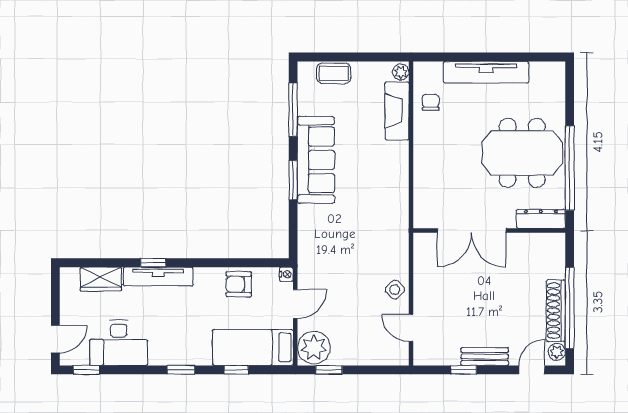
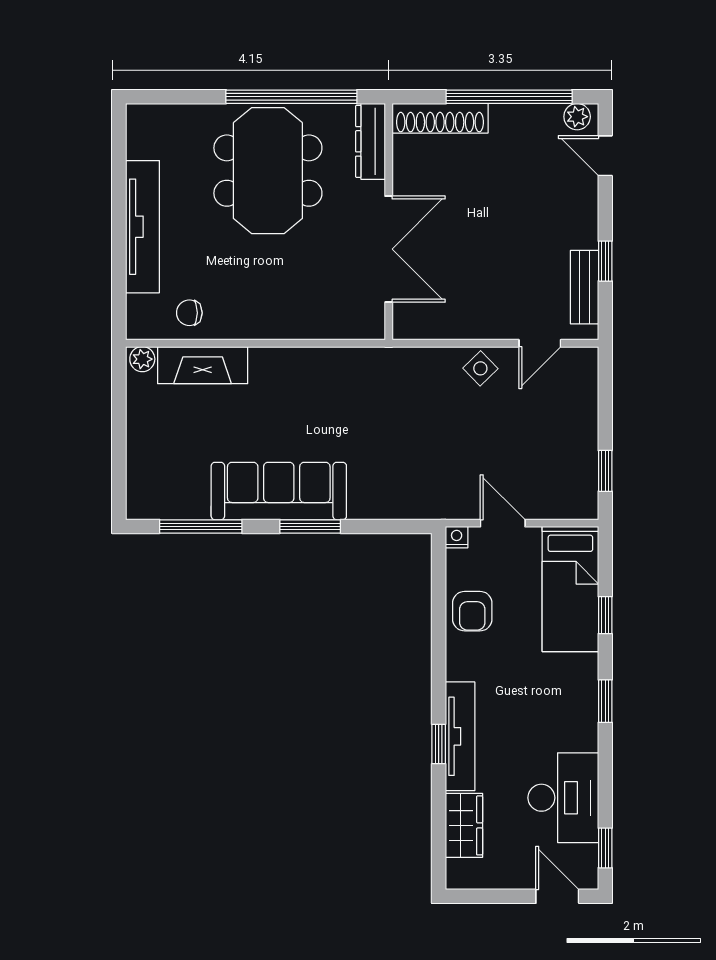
coffee table: (334, 73) -> (144, 463), removed
shoe rack: (556, 311) -> (440, 118), moved
plant: (314, 348) -> (571, 494), removed
bench: (485, 357) -> (584, 287), moved

